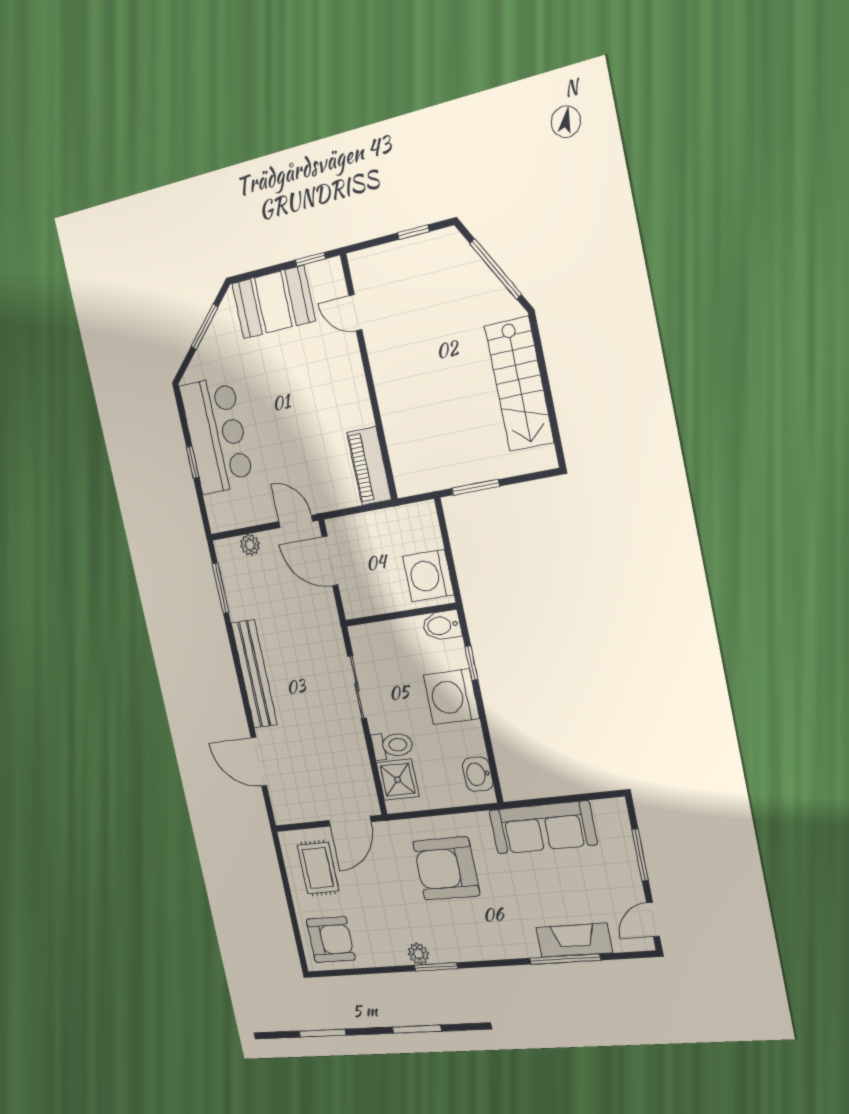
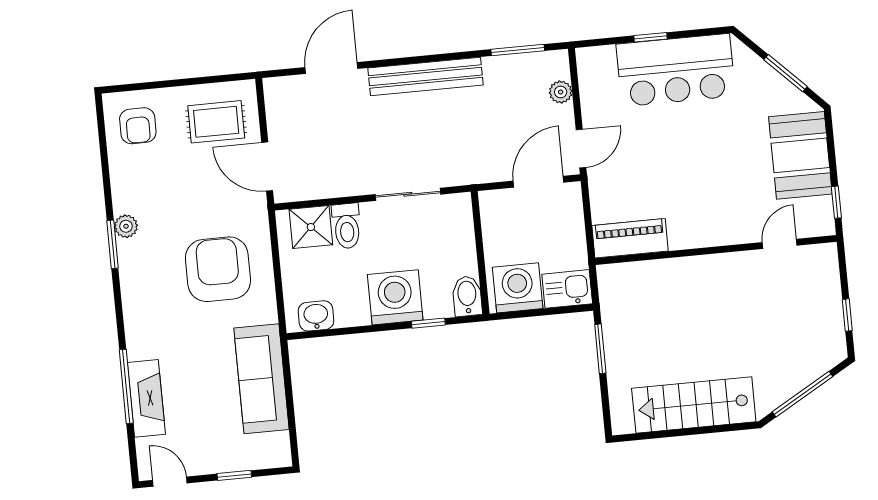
kitchen sink: (423, 526) -> (567, 289), added
window: (640, 855) -> (234, 475), width x0.67
armchair: (331, 940) -> (138, 126), width x0.72, depth x0.72

